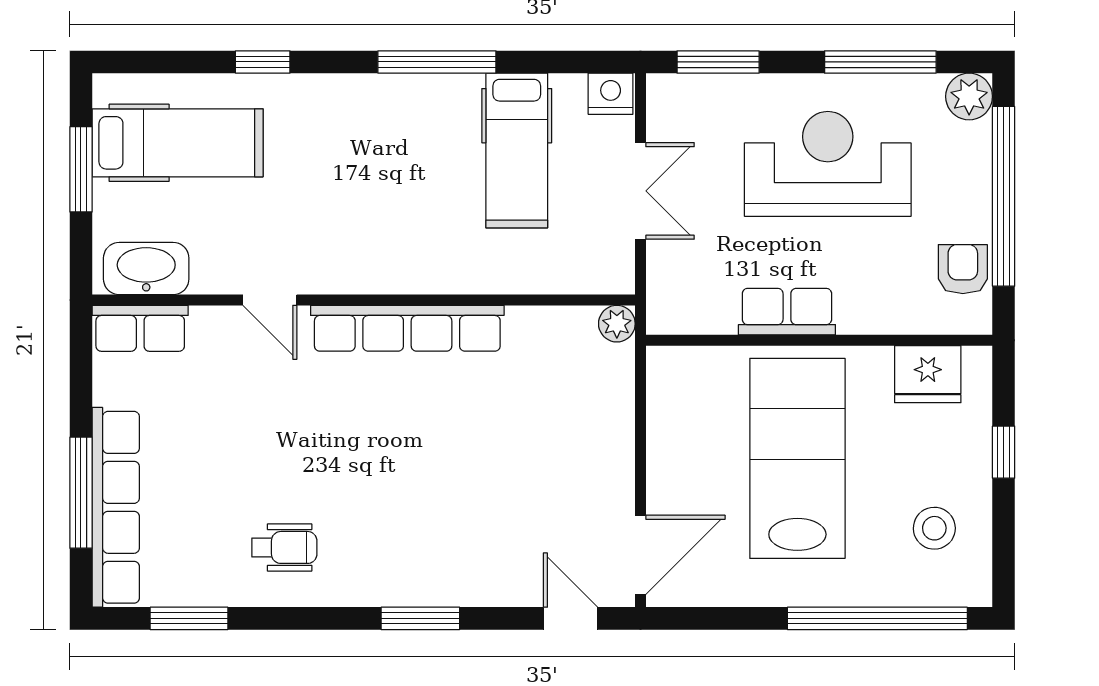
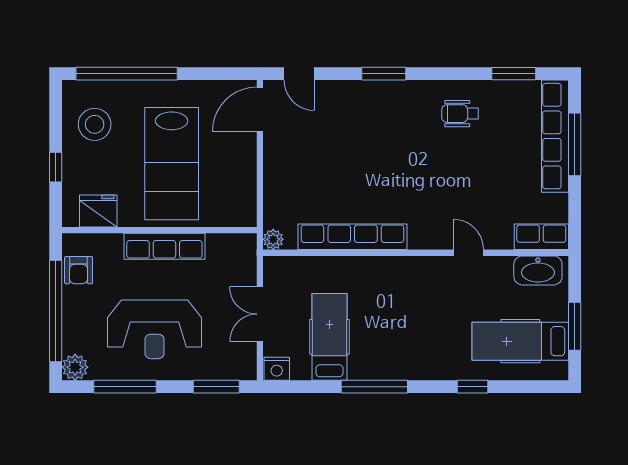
row of seats: (787, 312) -> (164, 246), width x1.48
row of seats: (407, 328) -> (353, 237), moved
stool: (934, 528) -> (95, 124), width x1.38, depth x1.38

